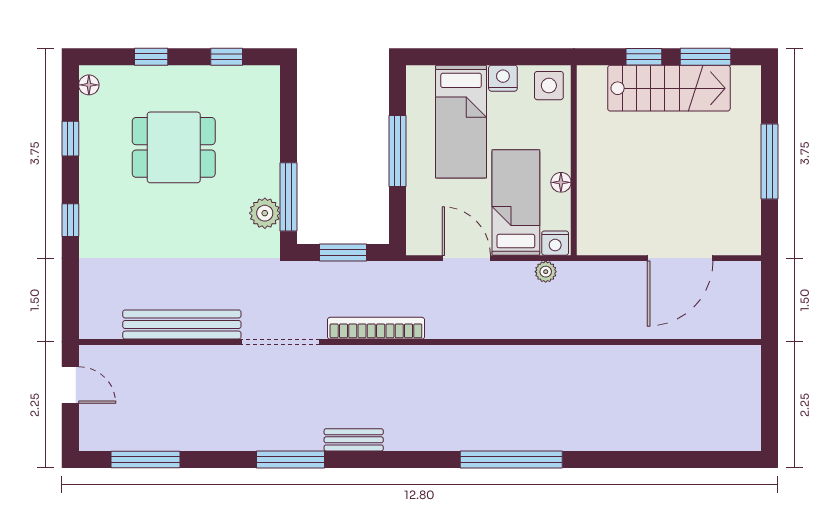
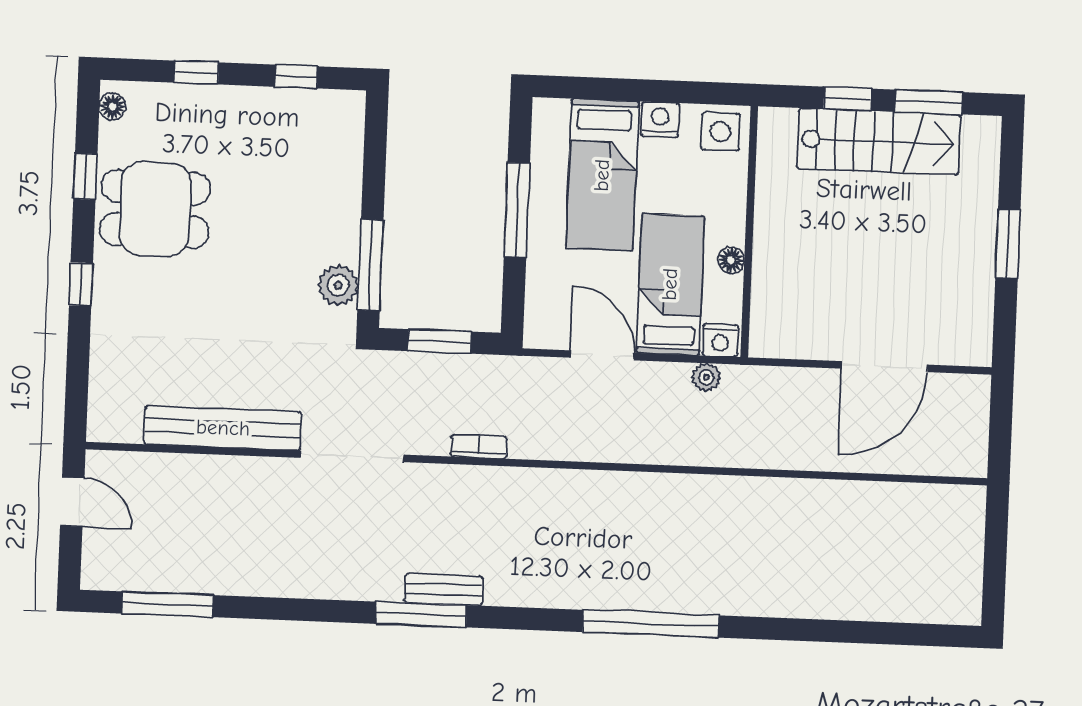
dining table: (174, 147) -> (155, 209), moved
window: (770, 162) -> (1008, 244), width x0.69
bookcase: (376, 328) -> (479, 447), width x0.43, depth x0.76
window: (291, 459) -> (421, 615), moved

